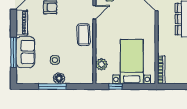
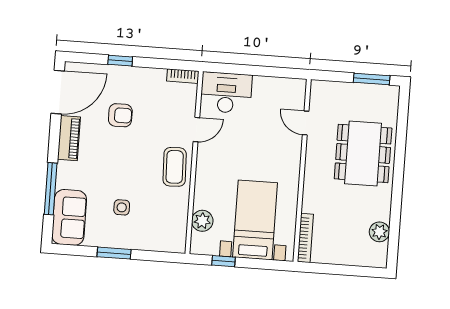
sofa: (25, 52) -> (69, 217), moved
floor lamp: (59, 78) -> (127, 240), removed
window: (52, 86) -> (114, 253), width x0.69

